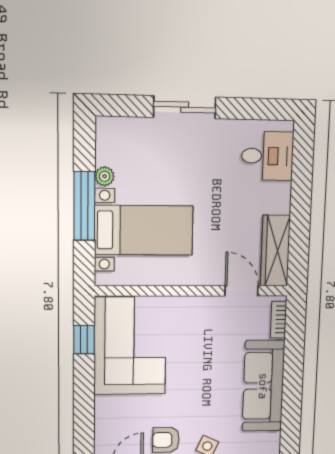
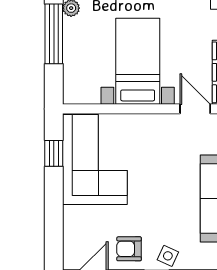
bed with nightstands: (144, 230) -> (138, 61), moved, turned -90

